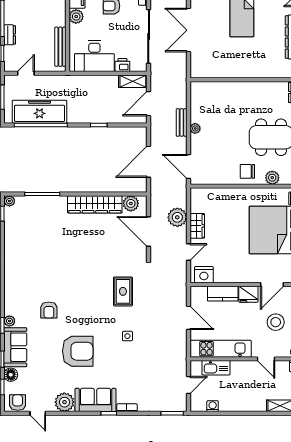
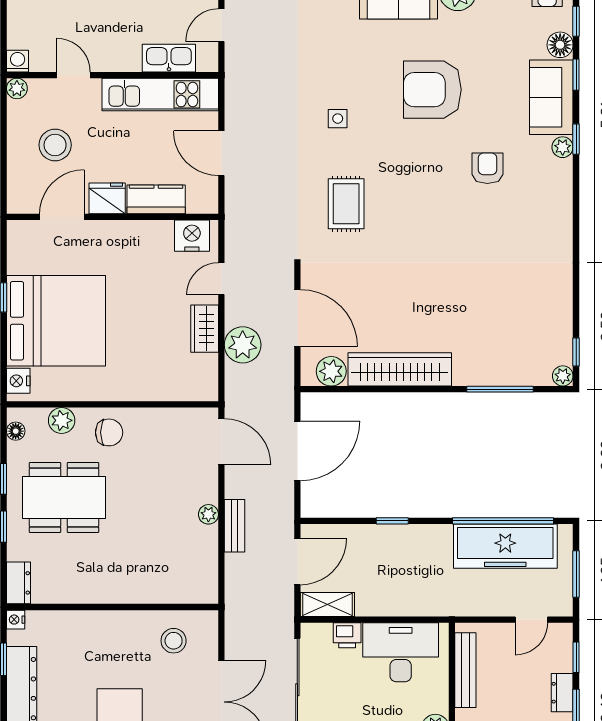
stool: (214, 62) -> (174, 641), added

